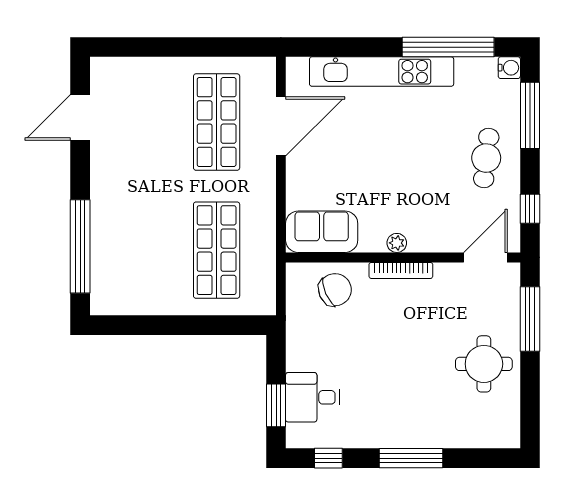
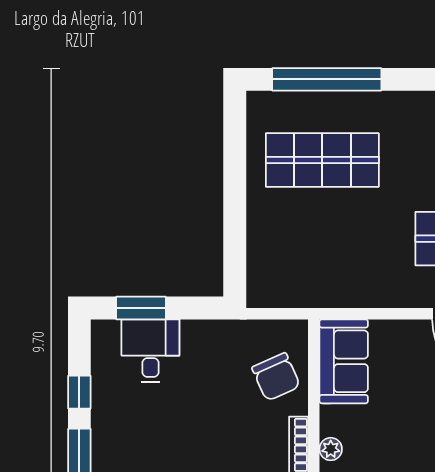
shop shelf: (217, 250) -> (322, 160), moved
window: (328, 458) -> (79, 392), moved

